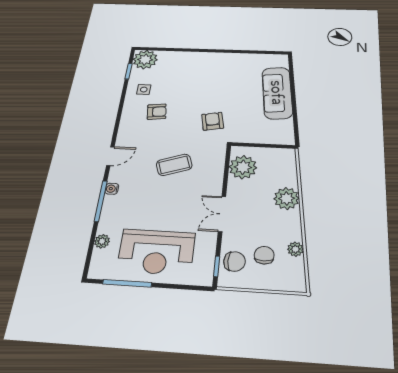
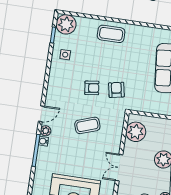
coffee table: (202, 64) -> (111, 34), added
armchair: (157, 112) -> (92, 88), moved
plant: (102, 241) -> (46, 131), moved

